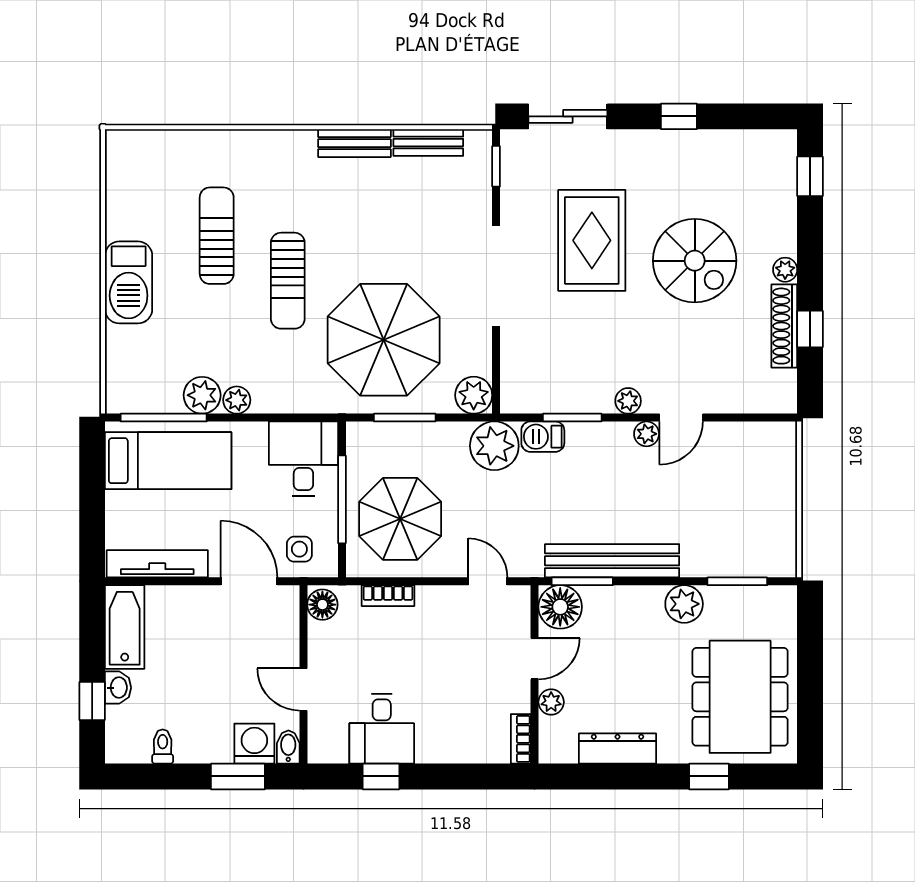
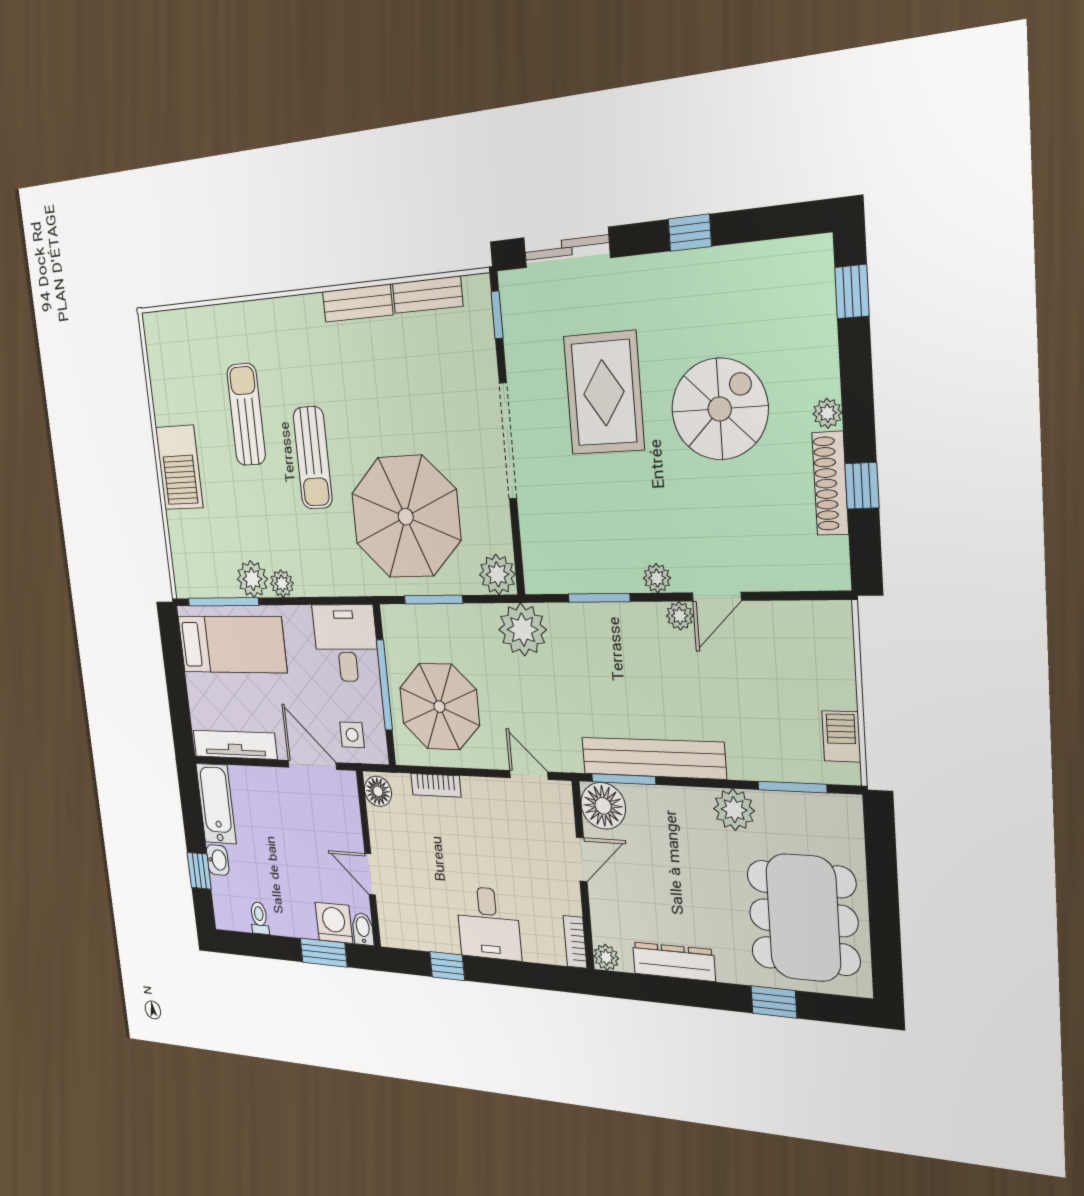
spiral stairs: (695, 261) -> (720, 409), turned -90
barbecue: (543, 437) -> (841, 736), moved, turned 90
plant: (551, 702) -> (606, 957), moved
desk: (382, 729) -> (488, 923), moved

